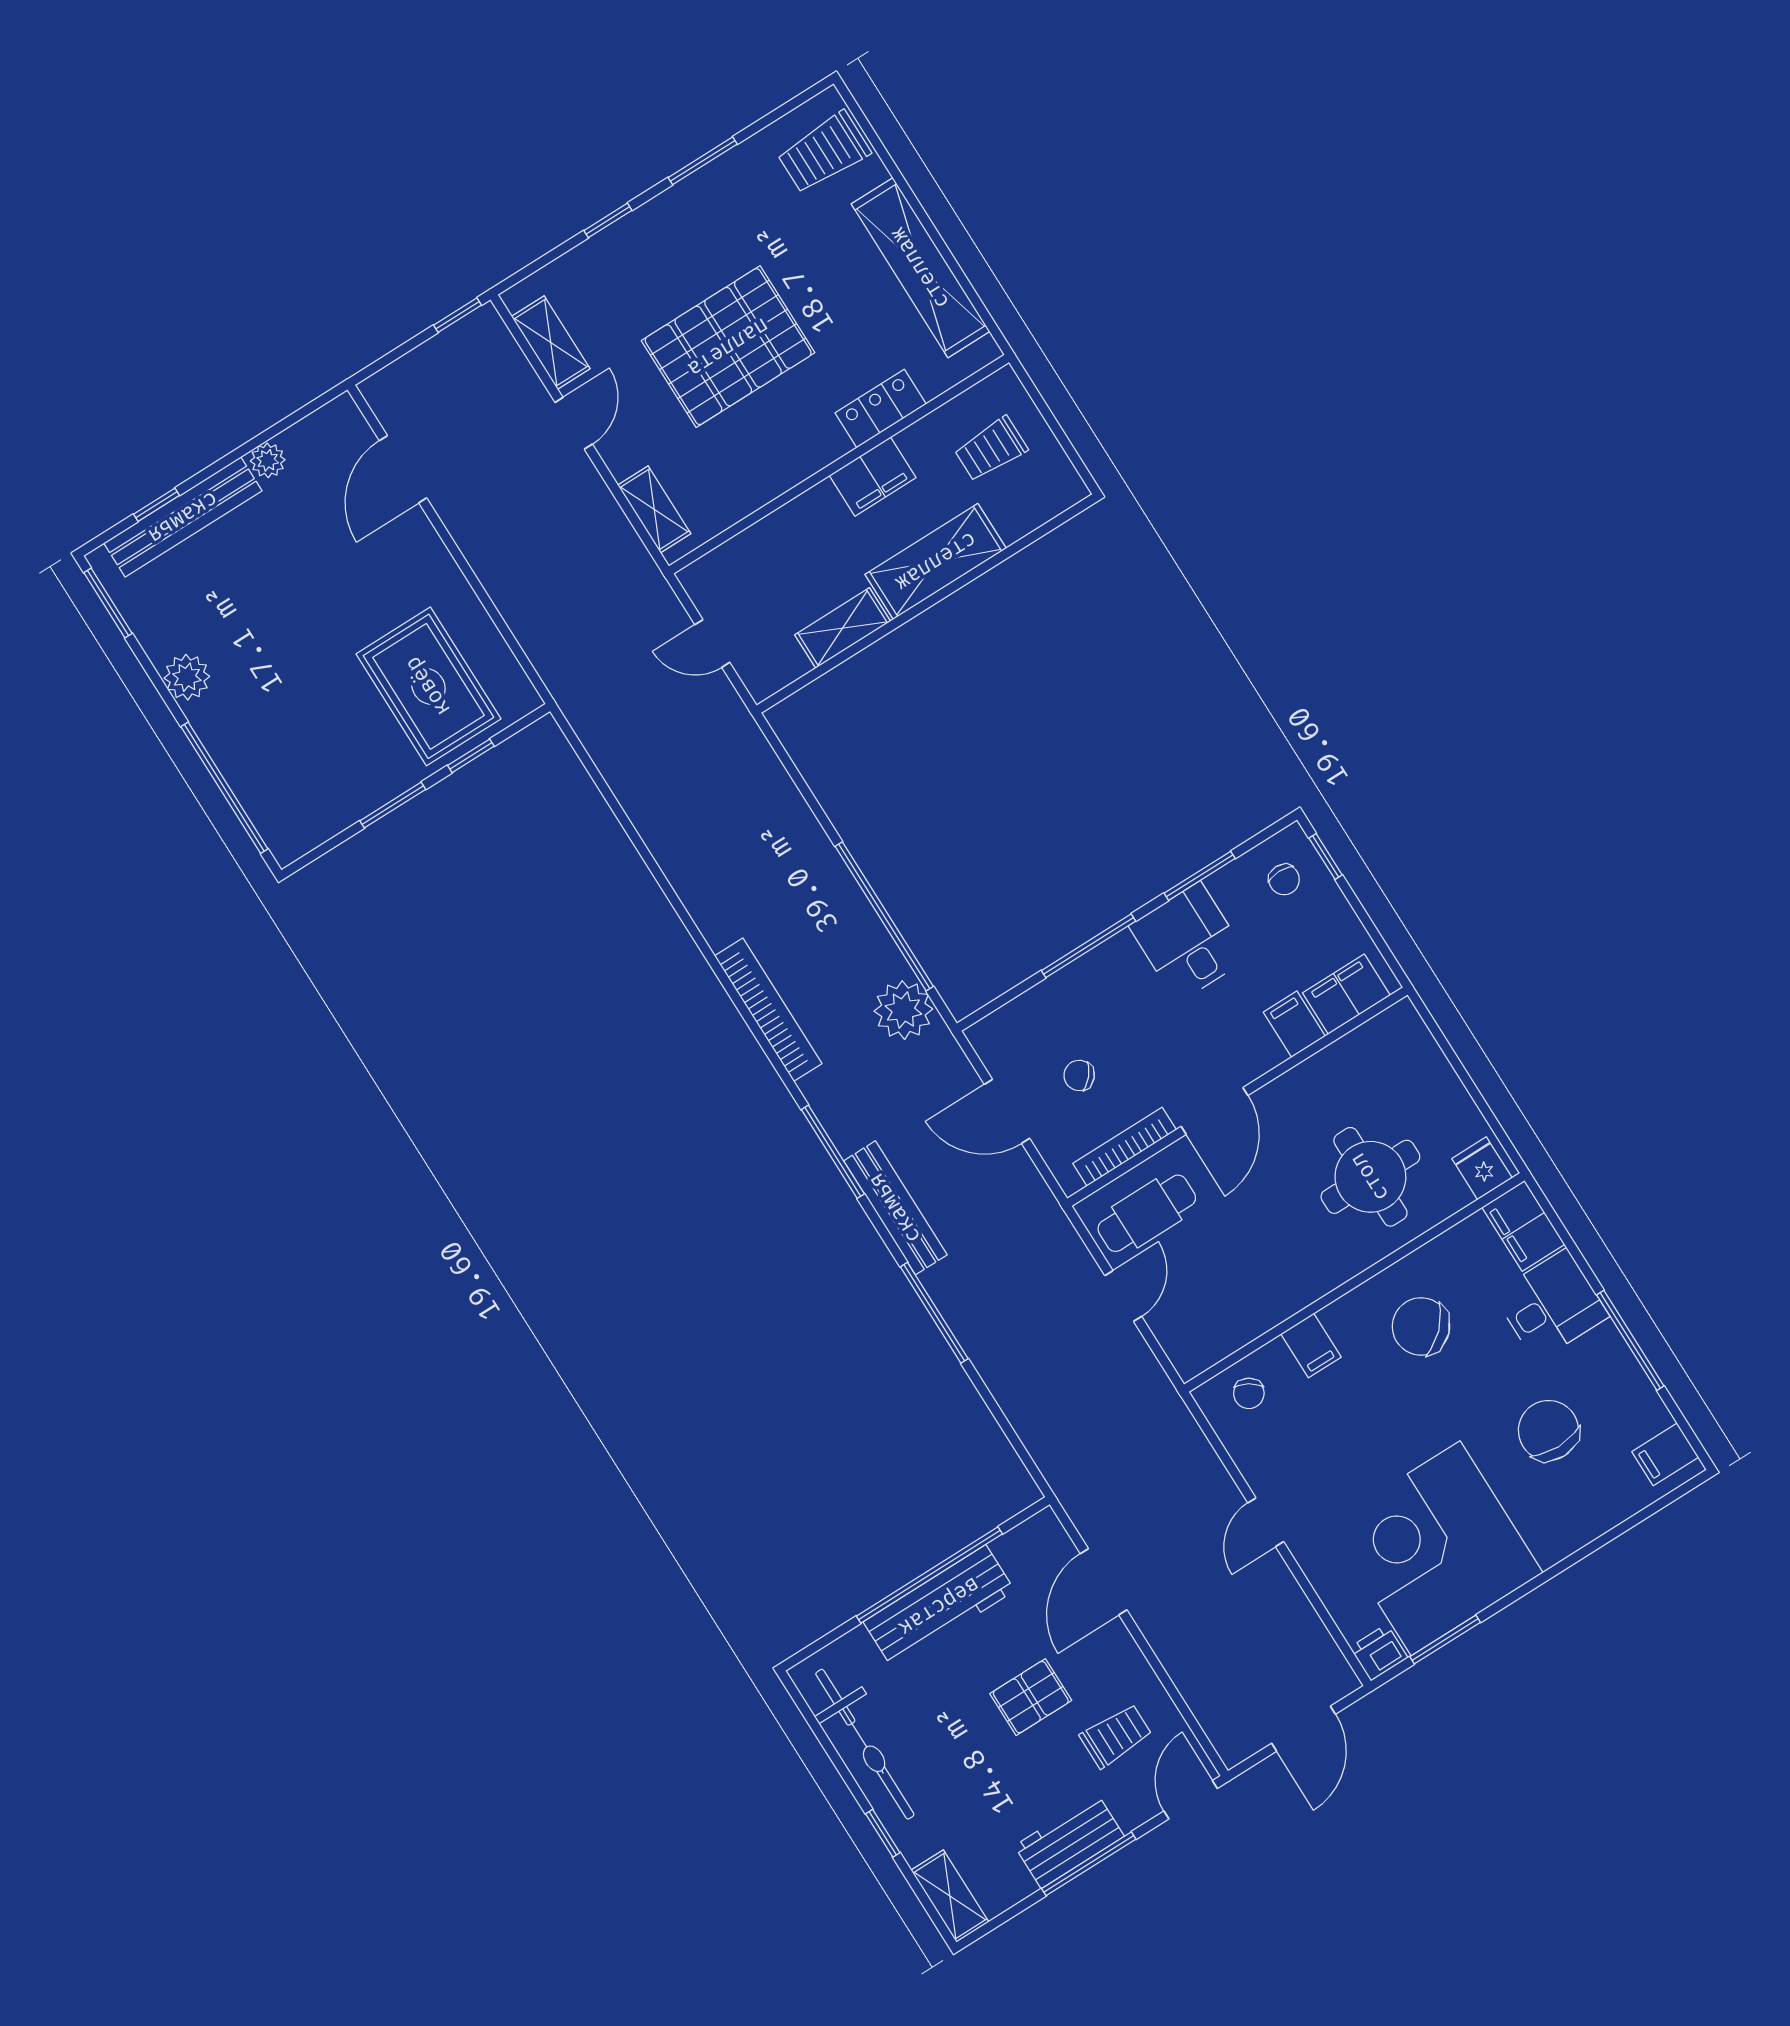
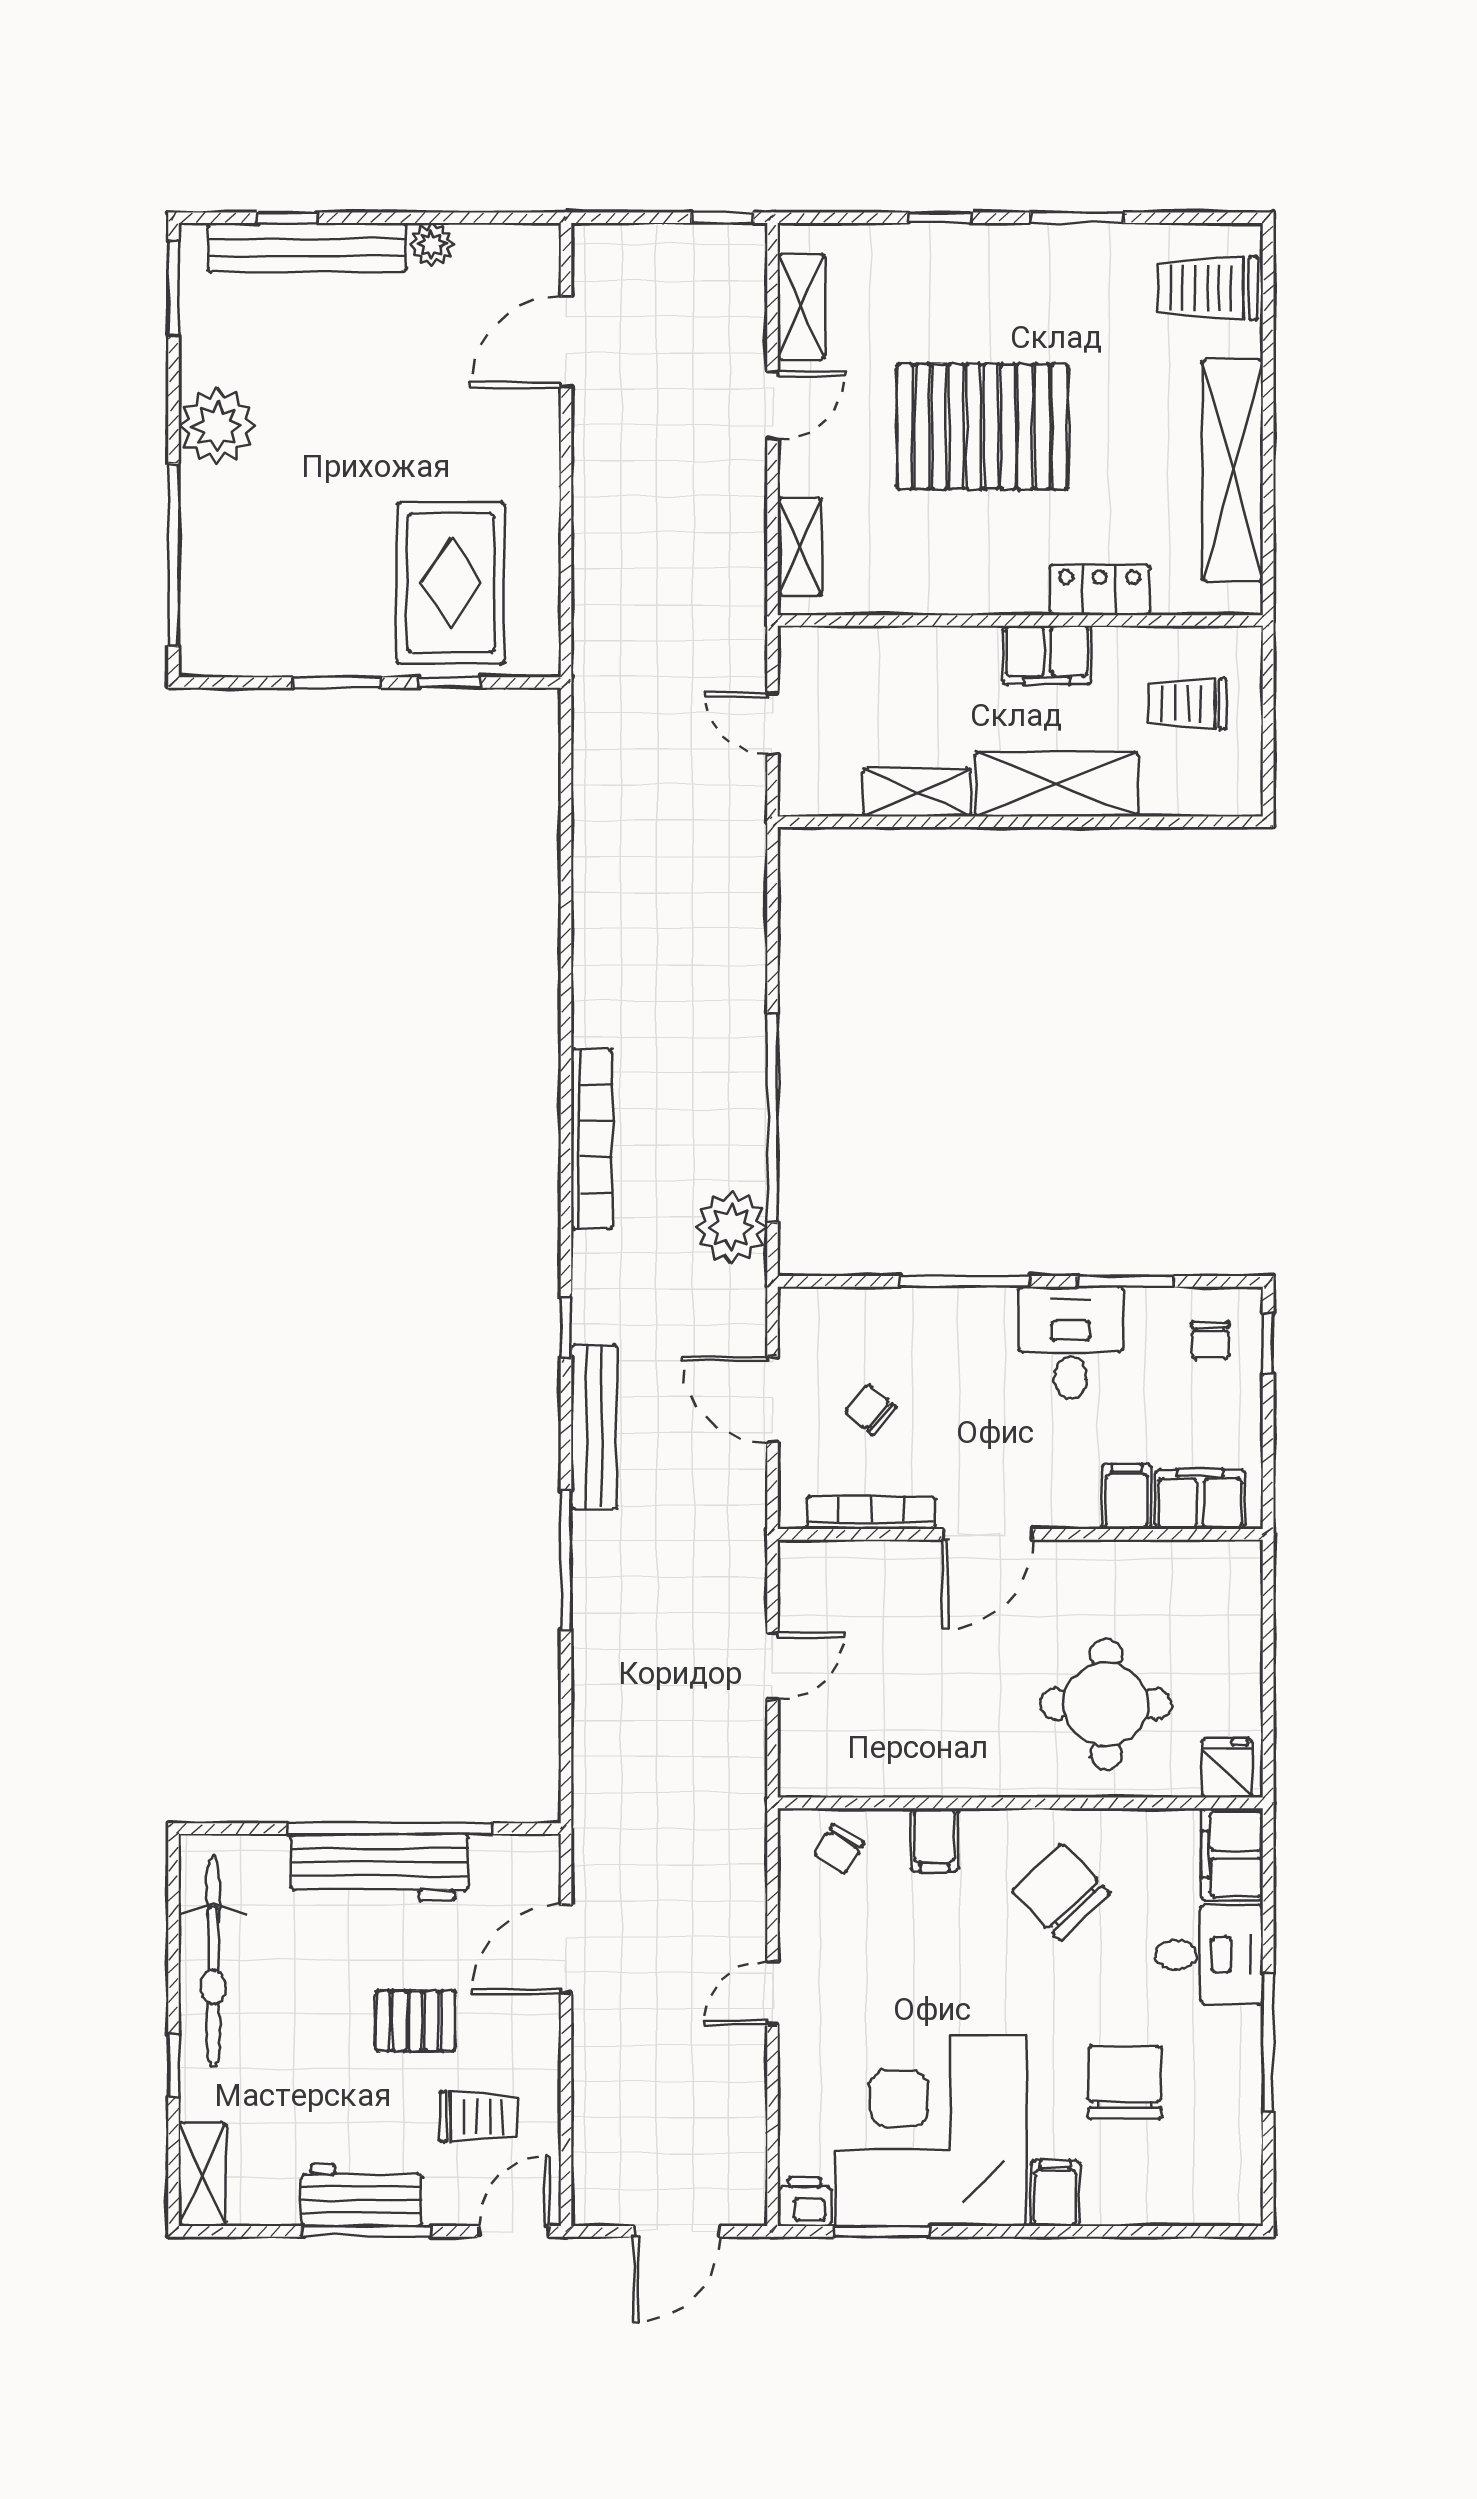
plant: (187, 677) -> (217, 426), width x1.36, depth x1.36
window: (833, 1152) -> (566, 1328), width x0.46
cafe table: (1147, 1213) -> (851, 1596), removed
filing cabinet: (1665, 1454) -> (1055, 2193), moved, turned 90

